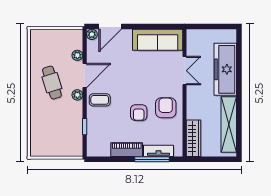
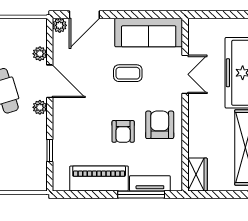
door: (85, 76) -> (50, 81), hinge flipped
coffee table: (100, 100) -> (128, 73), moved
wardrobe: (194, 138) -> (197, 175), width x0.67
piano: (127, 150) -> (99, 178), width x1.37, depth x1.33

